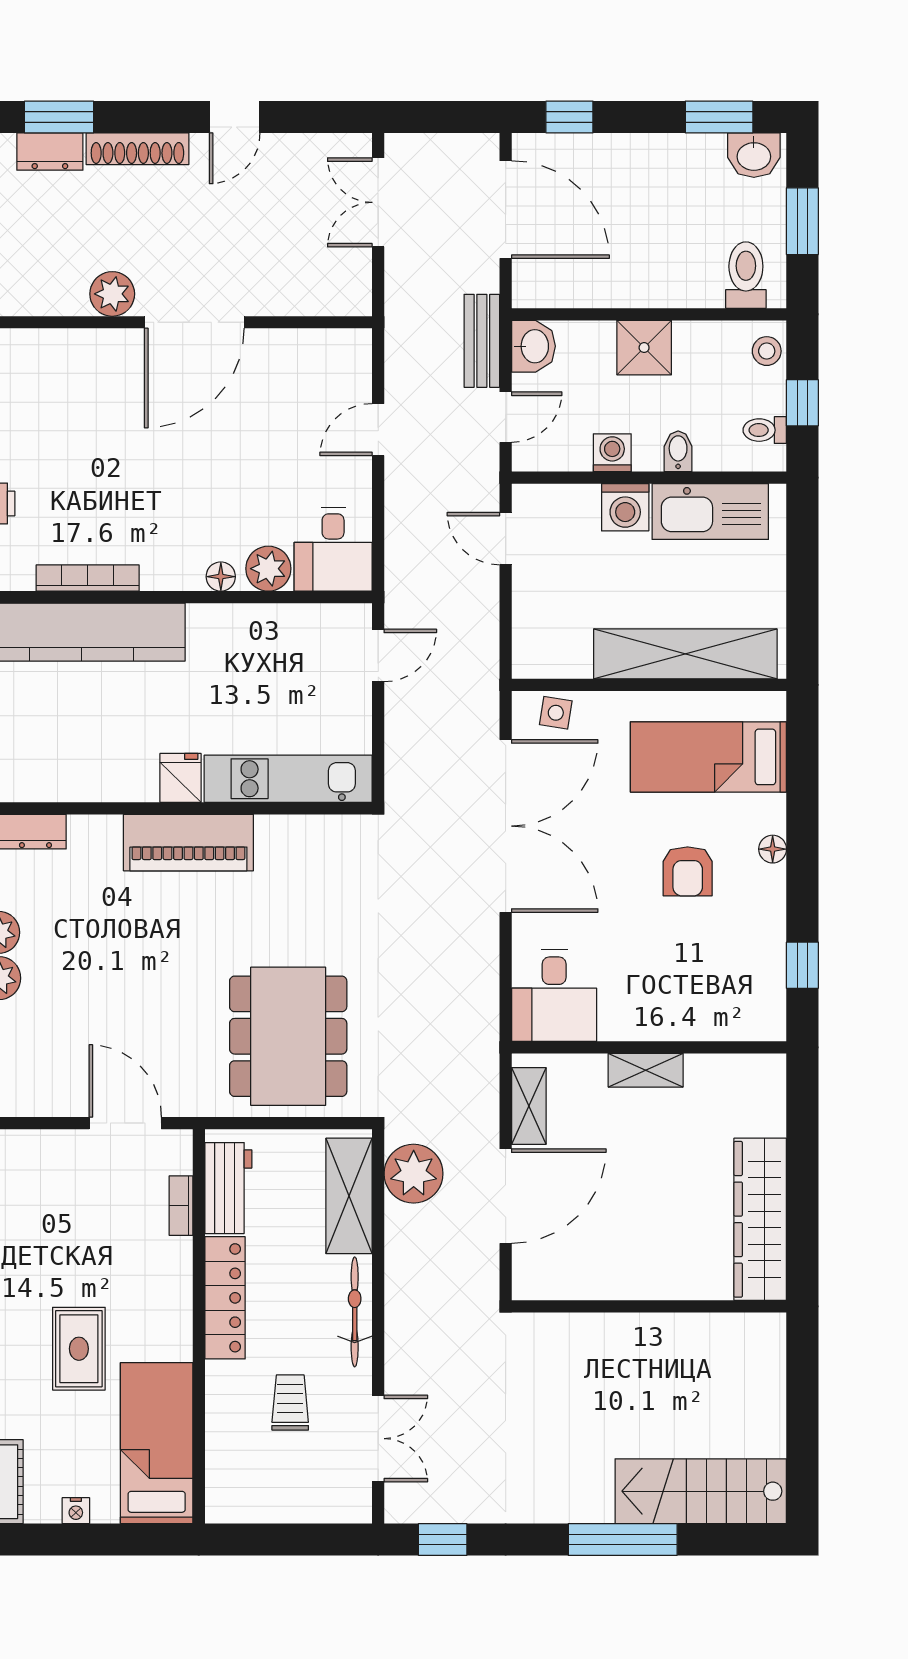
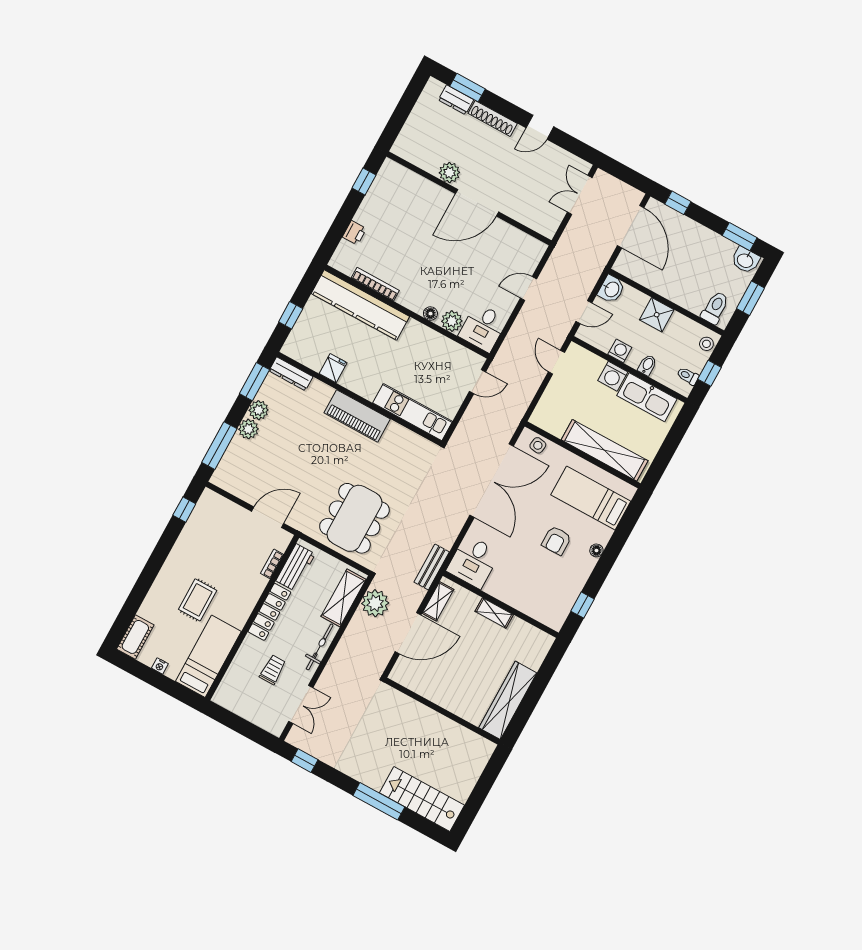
bench: (482, 341) -> (432, 567), moved
fridge: (180, 778) -> (333, 368), moved
door: (125, 1123) -> (268, 517), hinge flipped

